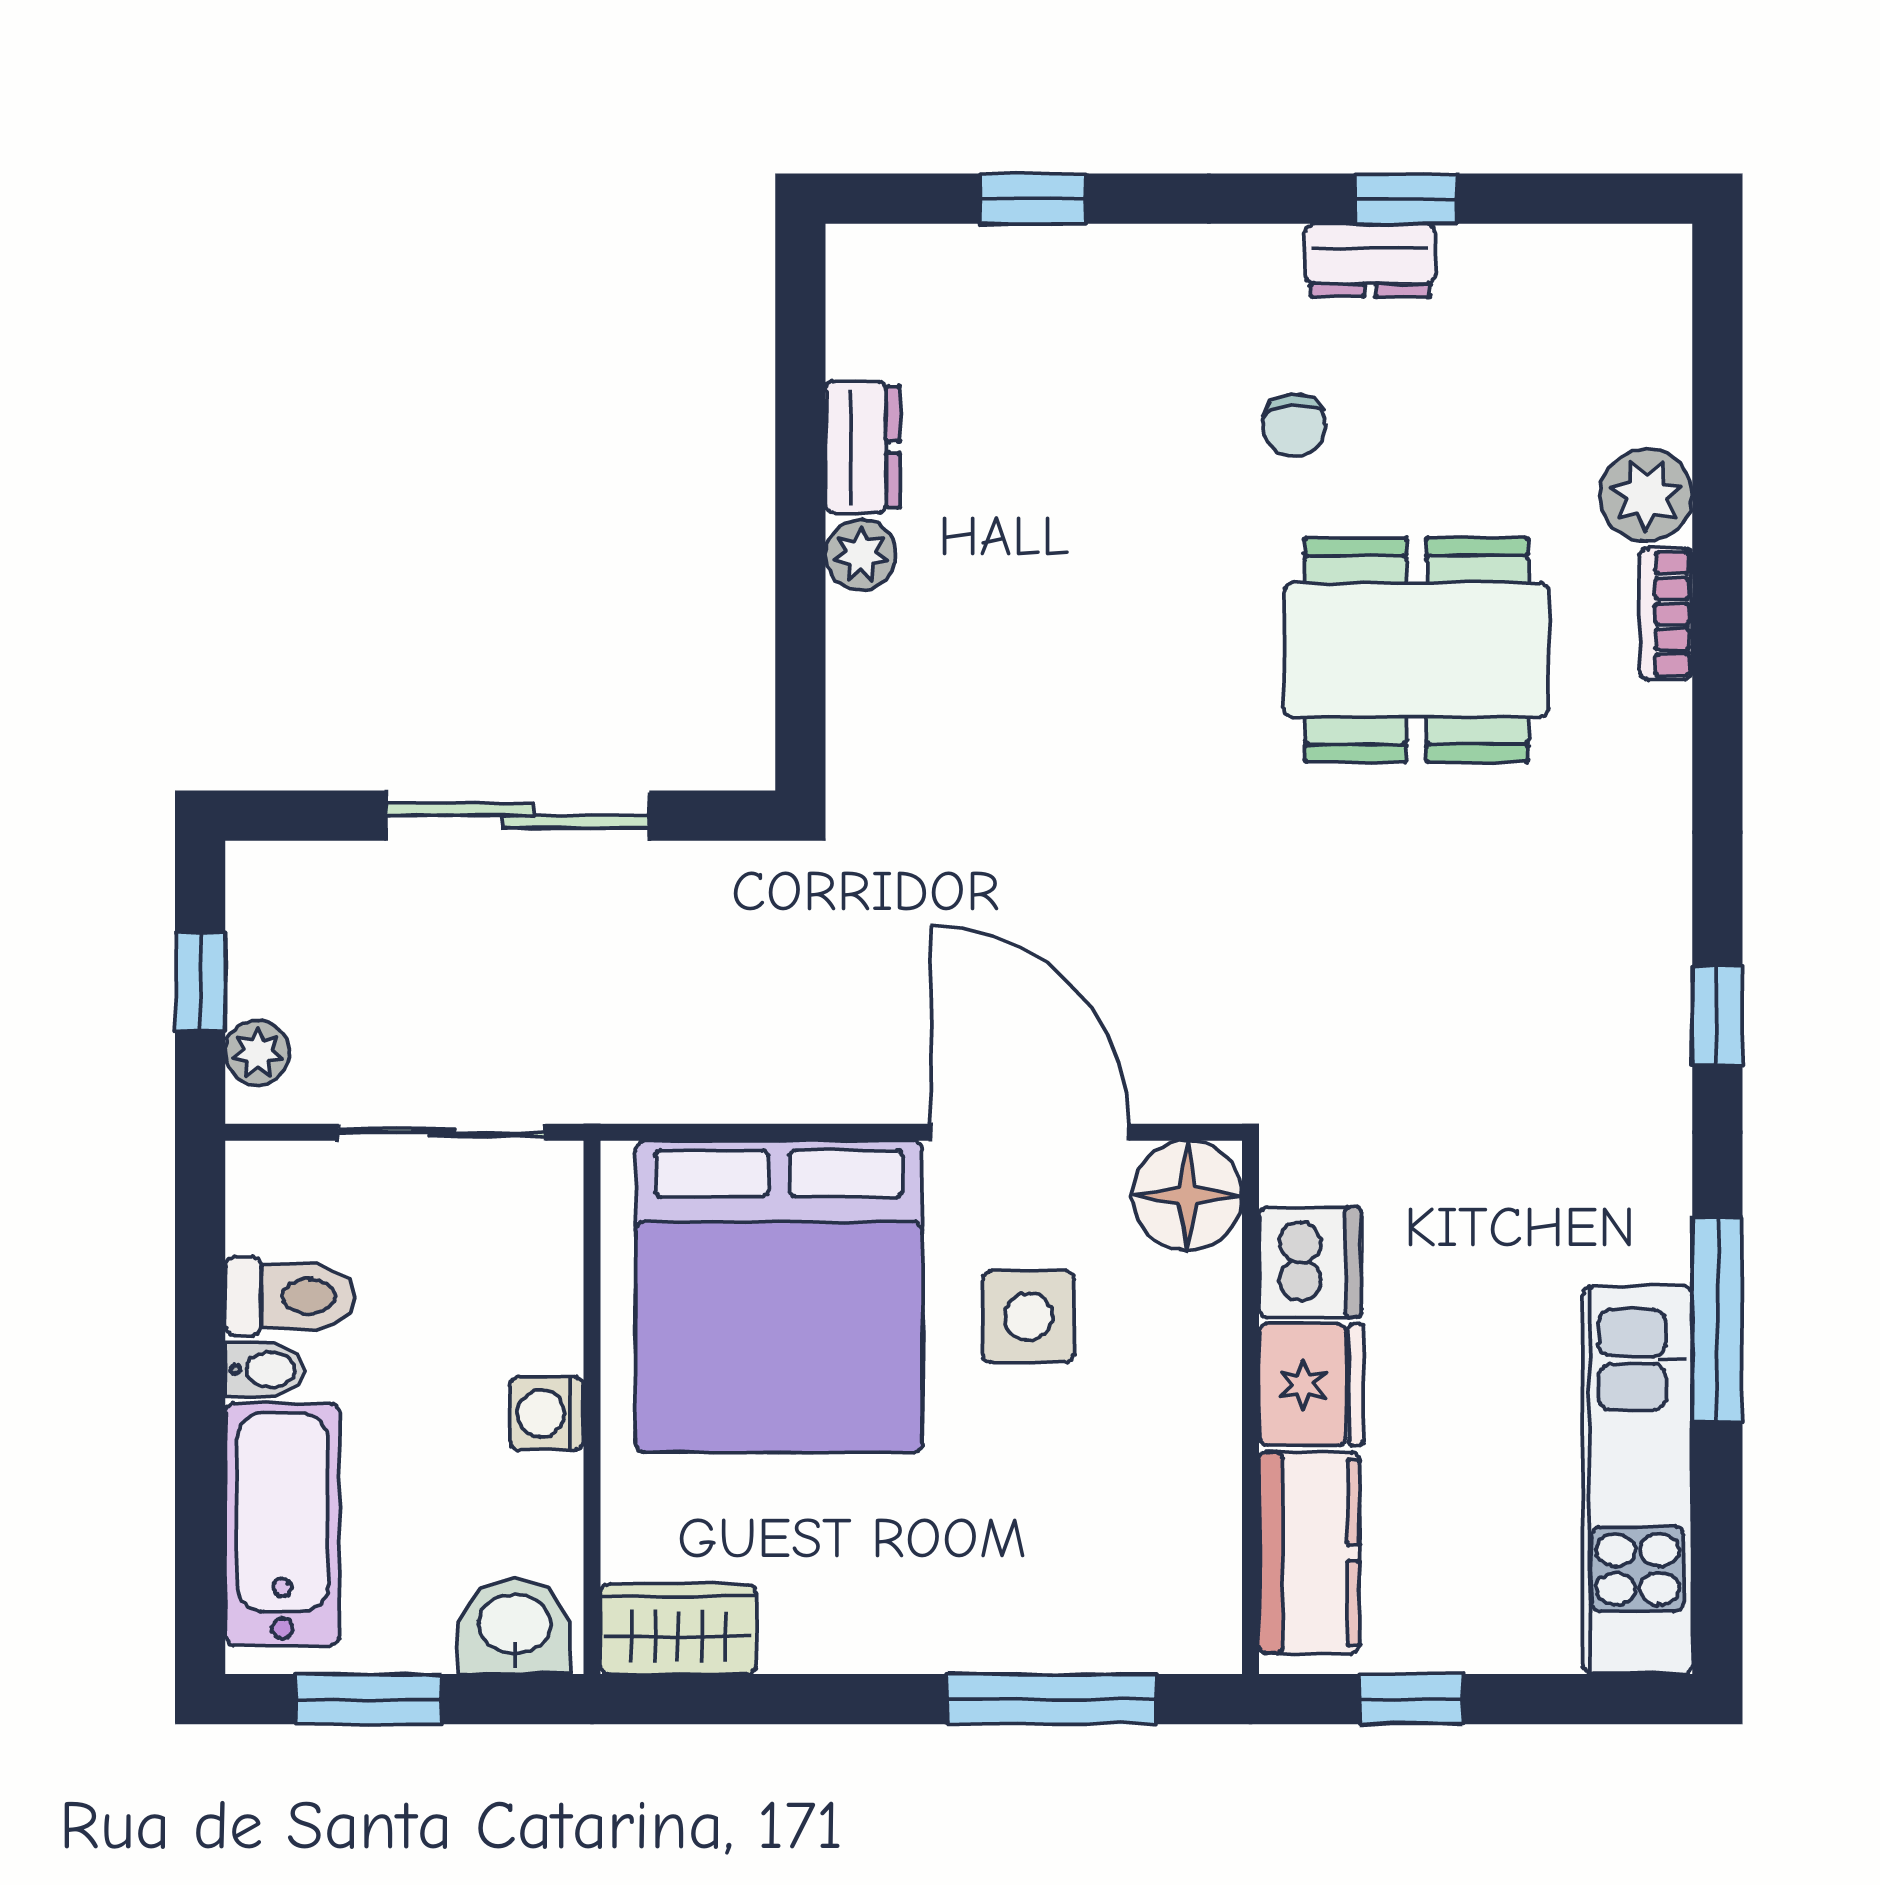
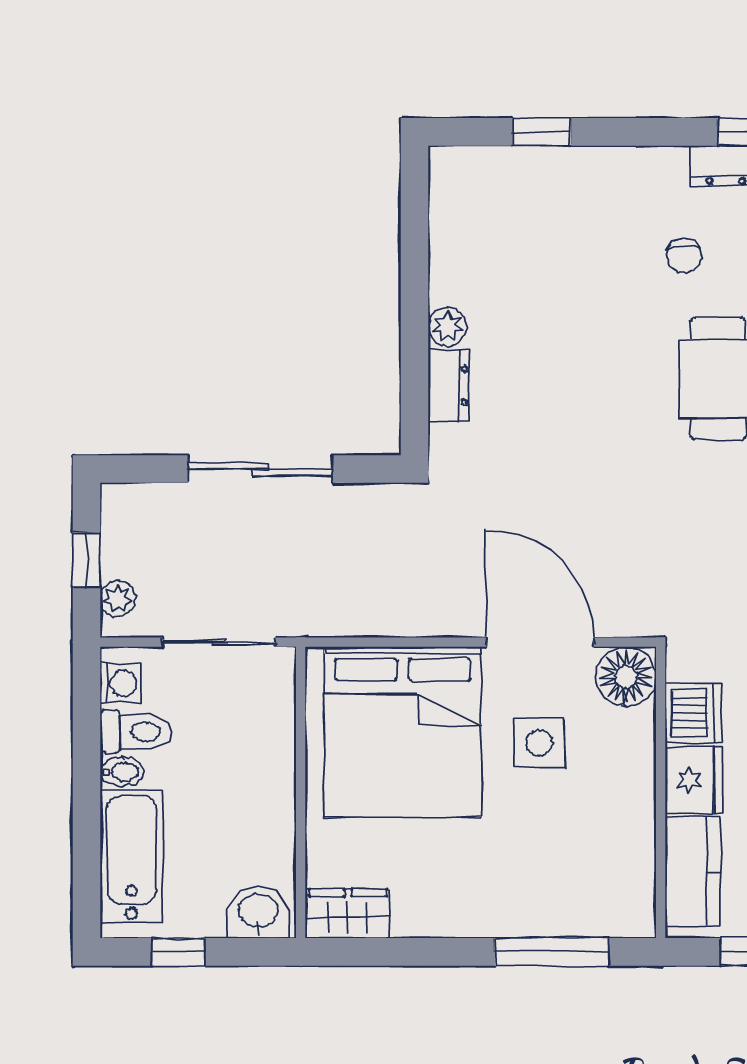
dresser: (863, 447) -> (449, 386), moved
washing machine: (547, 1413) -> (120, 683), moved, turned 180
window: (369, 1699) -> (179, 952), width x0.67

